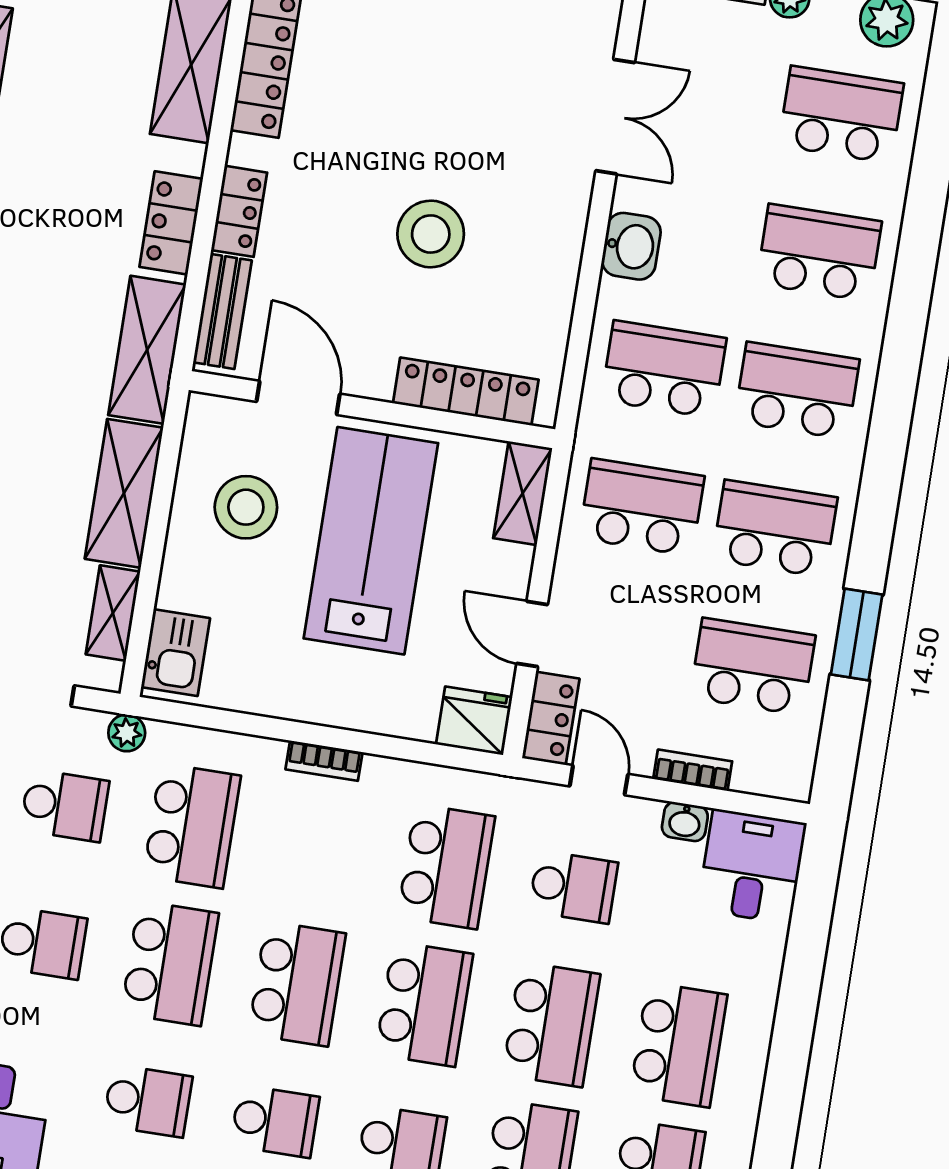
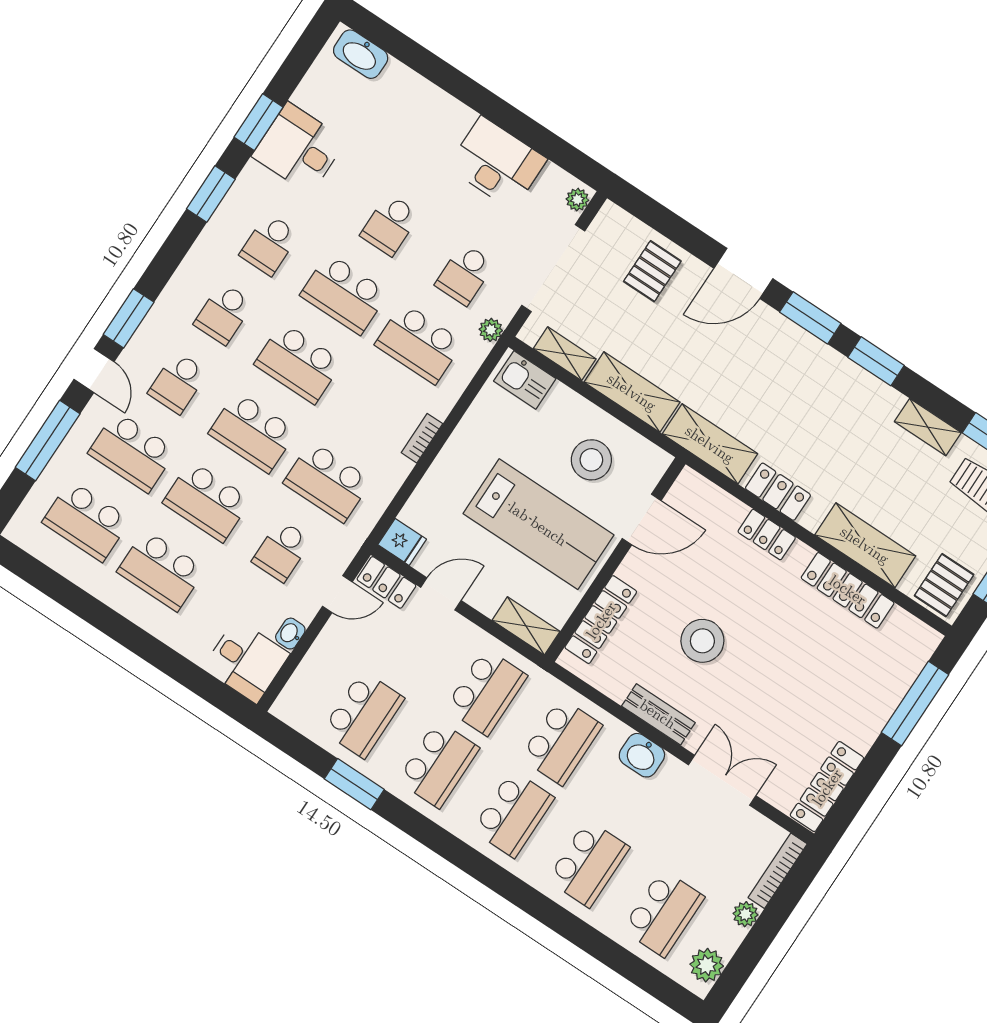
double door: (615, 117) -> (722, 780), swing flipped
bench: (222, 311) -> (658, 714), moved
fridge: (474, 721) -> (402, 542), width x0.72
bookcase: (693, 770) -> (318, 652), removed

